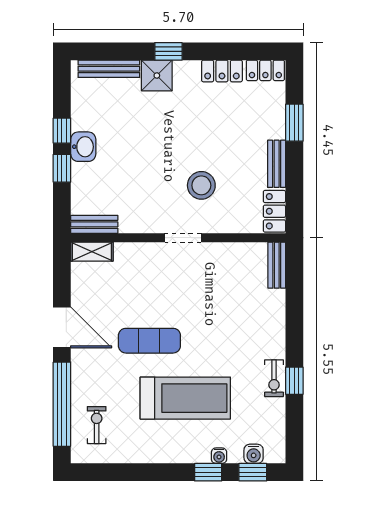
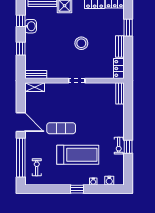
window: (62, 131) -> (21, 21), moved
washbasin: (83, 147) -> (31, 26), moved
stool: (201, 185) -> (81, 43), moved
window: (208, 472) -> (77, 189), moved
window: (253, 472) -> (109, 189), removed

